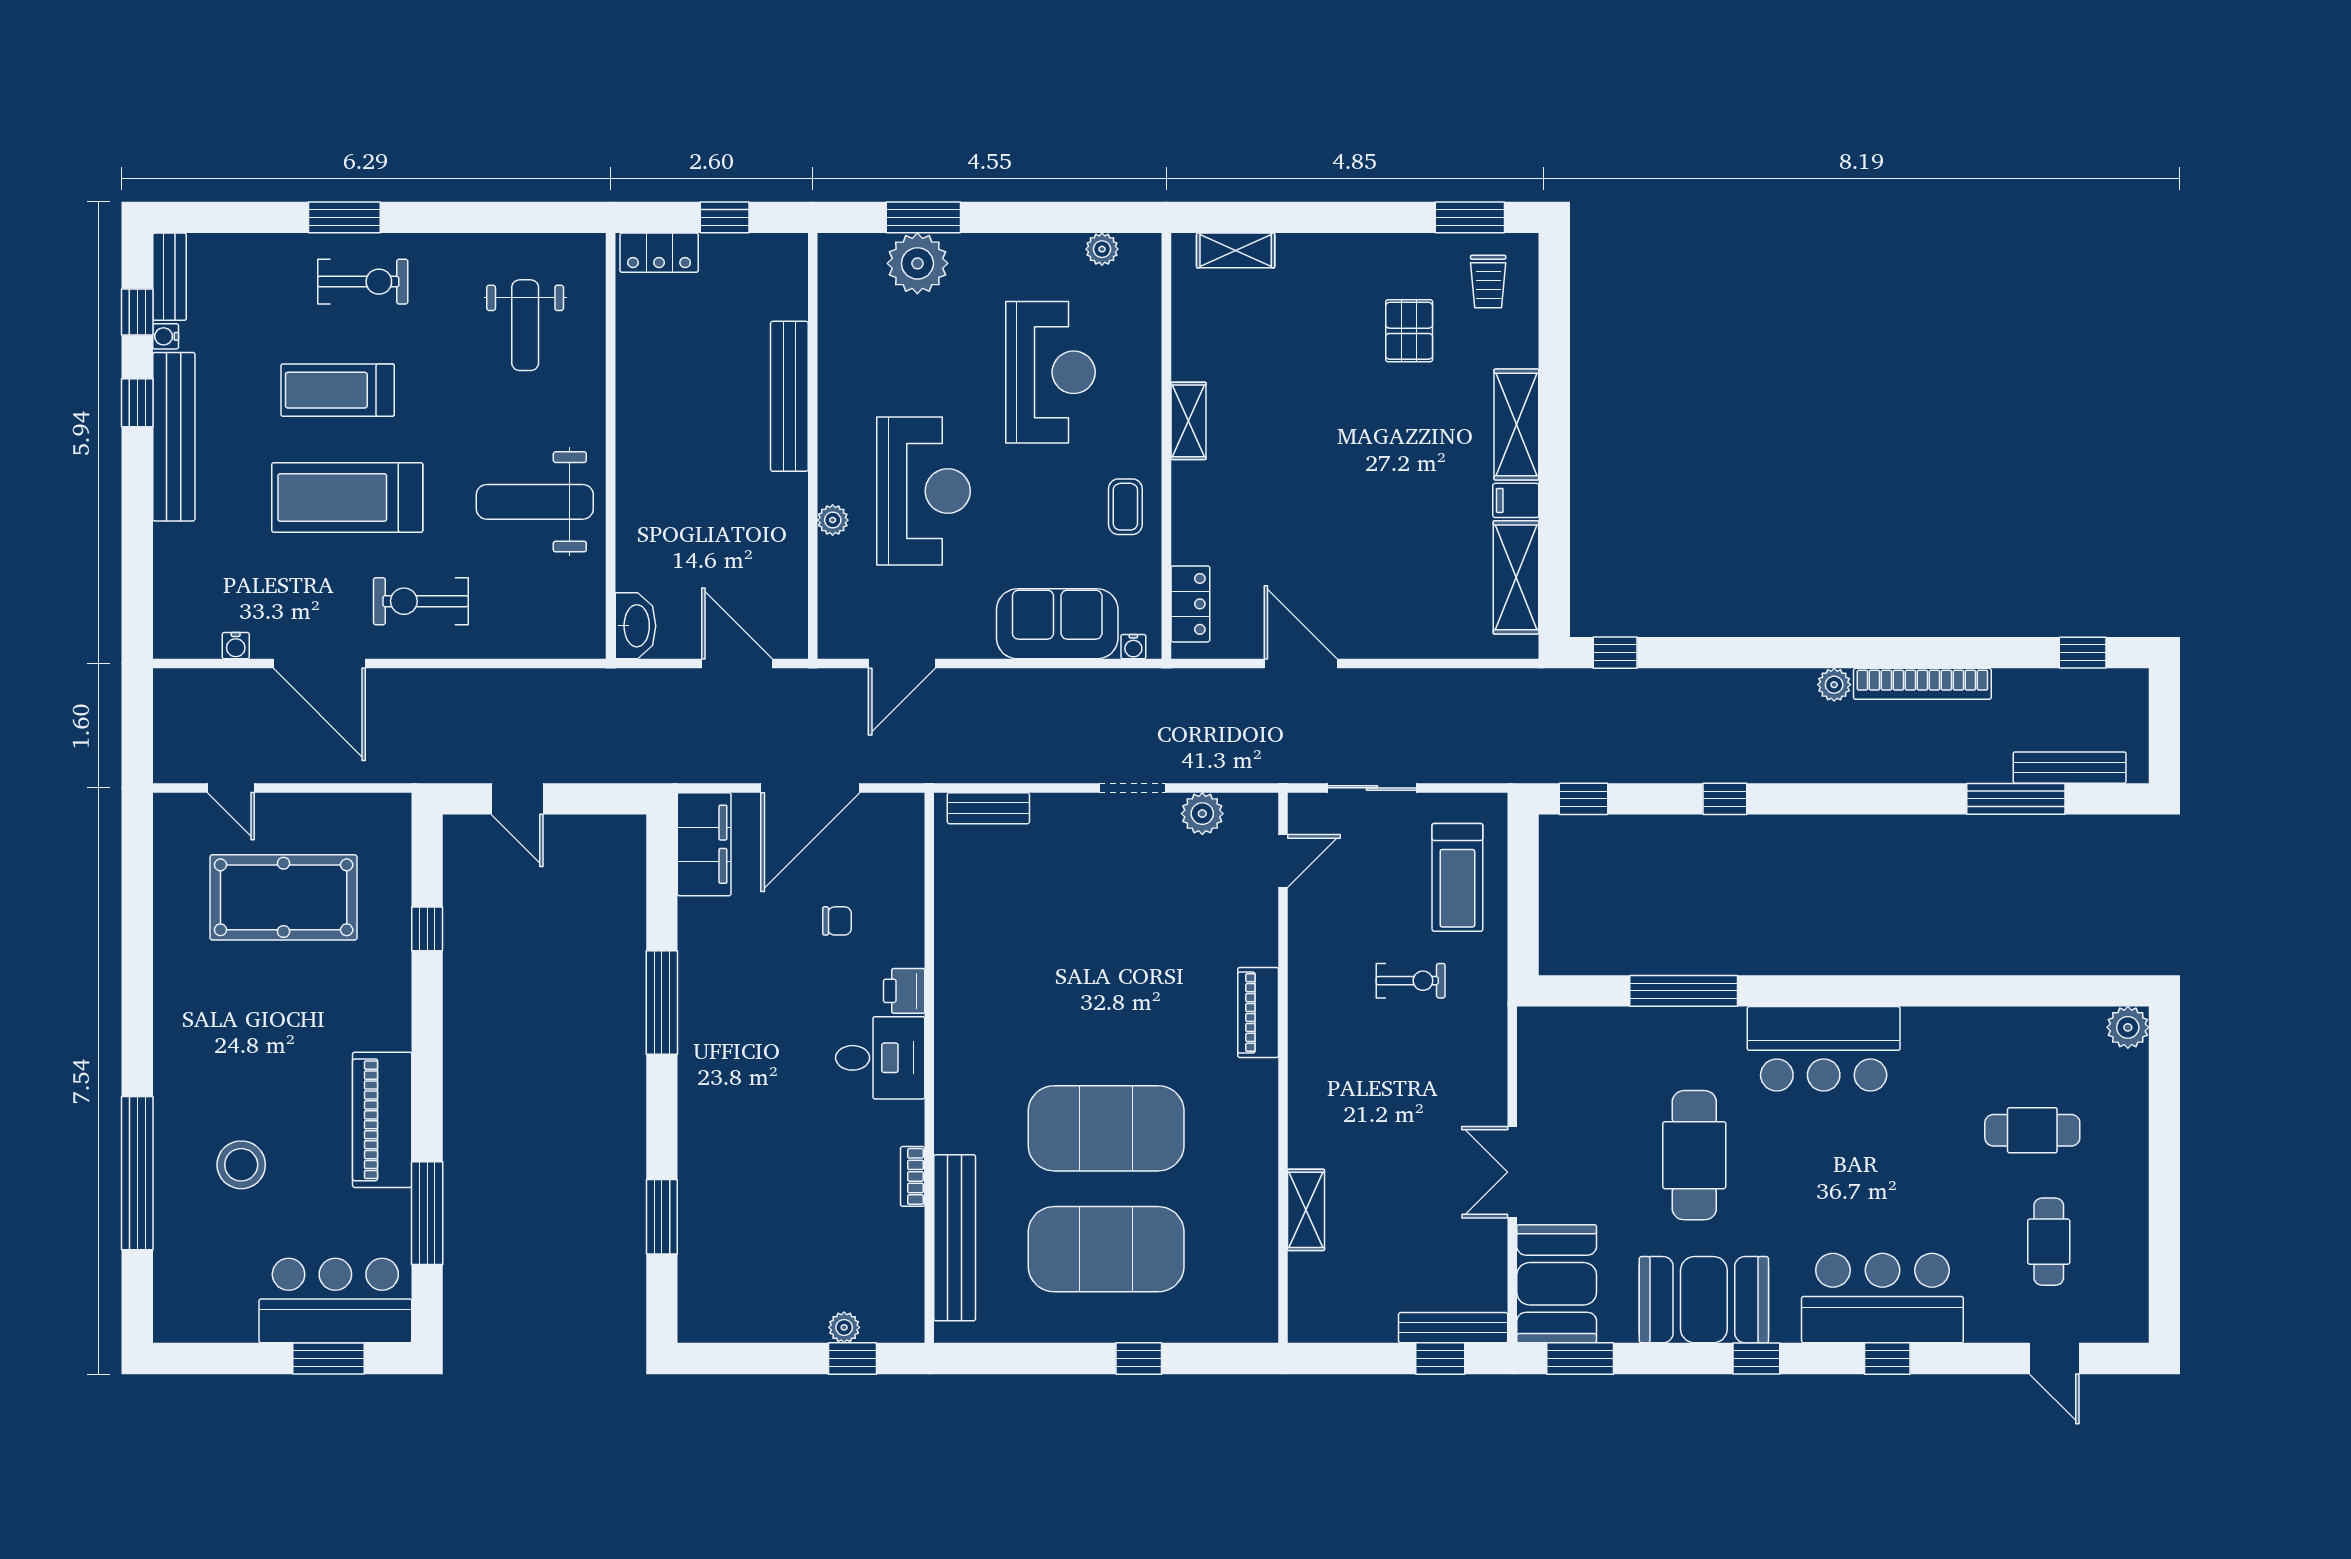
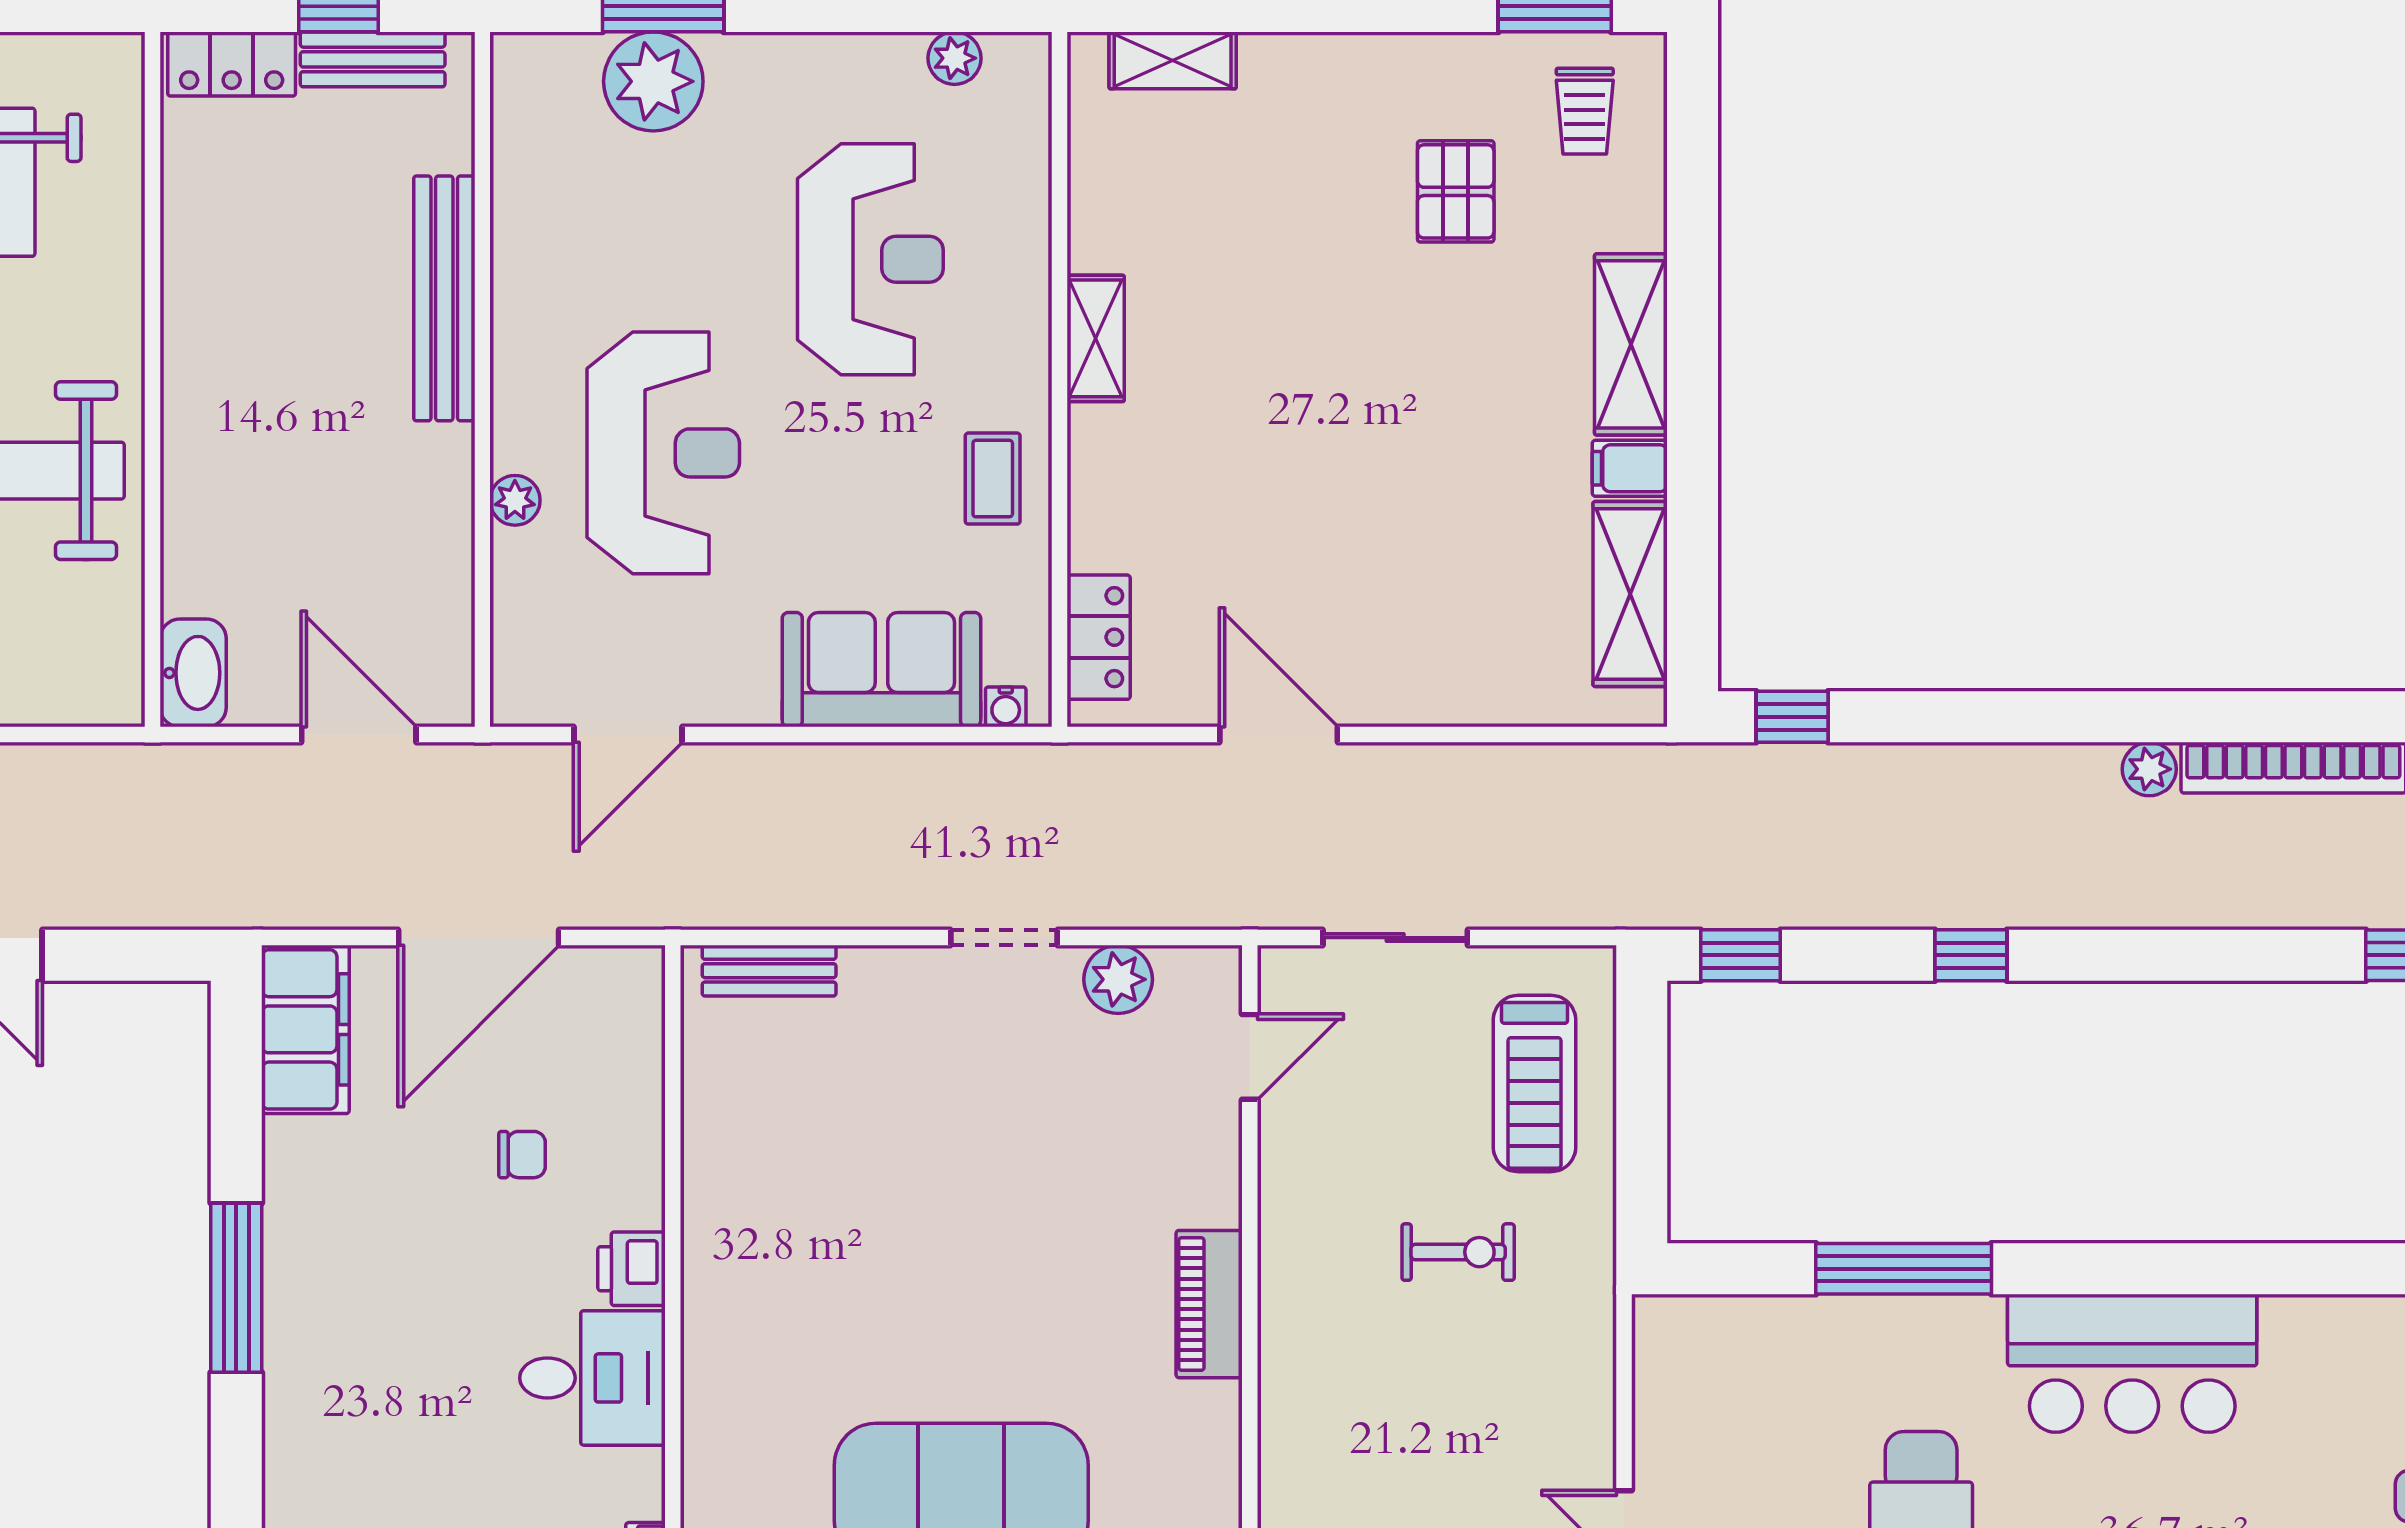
bench: (745, 250) -> (373, 59), added

